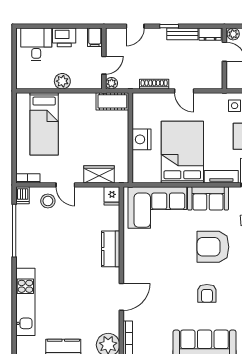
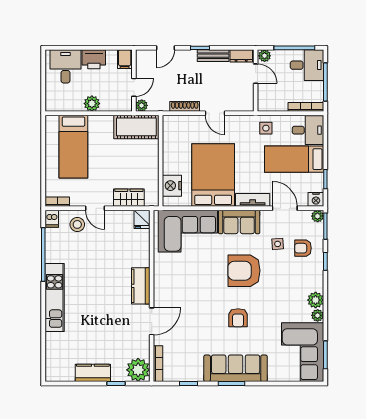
cot: (112, 101) -> (136, 127), width x1.37, depth x1.34
nightstand: (142, 139) -> (172, 186), moved
kitchen counter: (111, 249) -> (141, 286), moved
kitchen unit: (25, 302) -> (55, 297), moved

